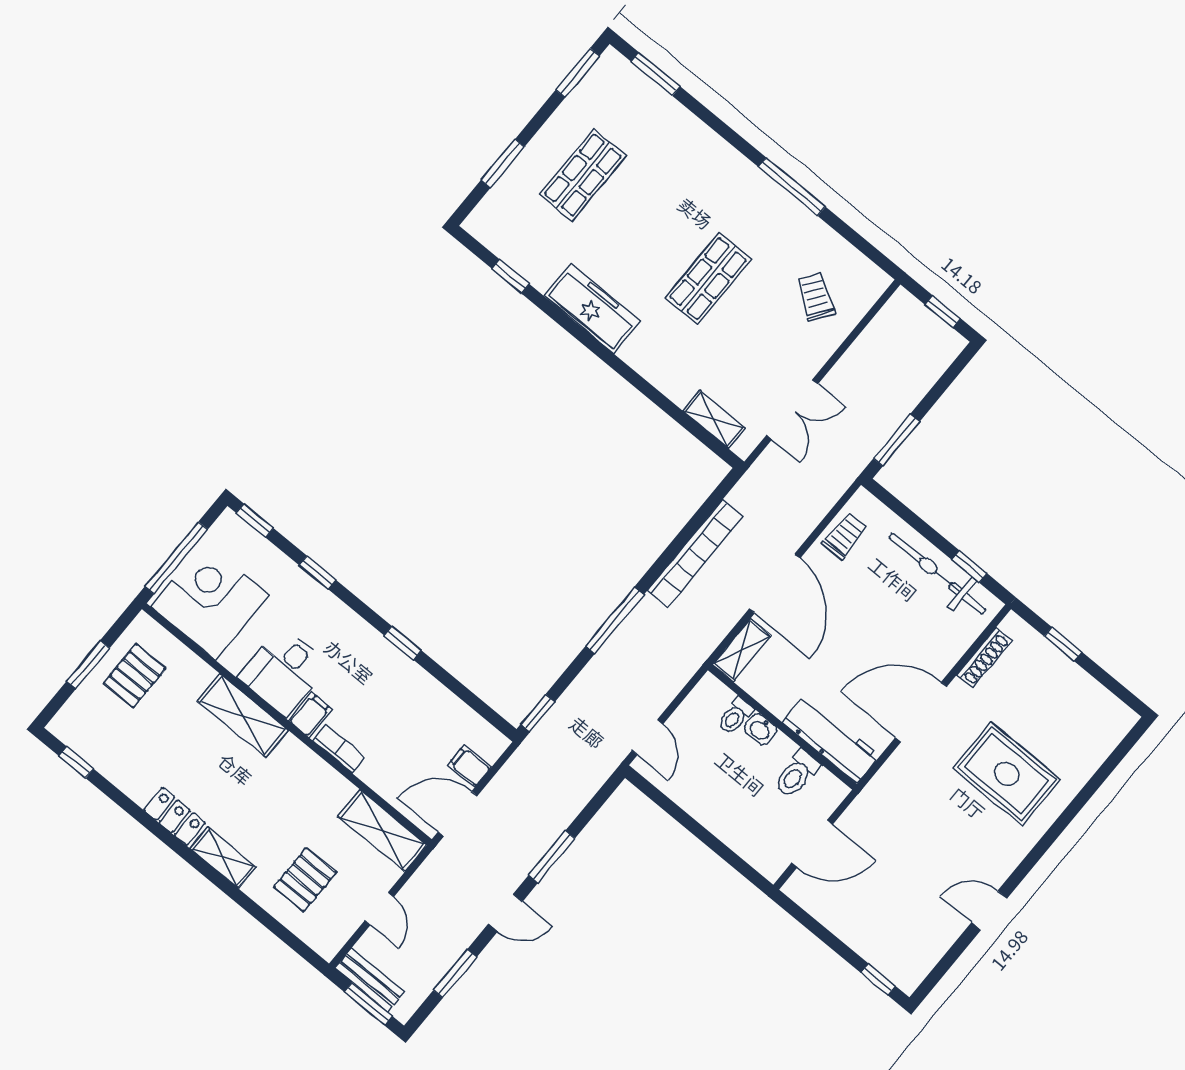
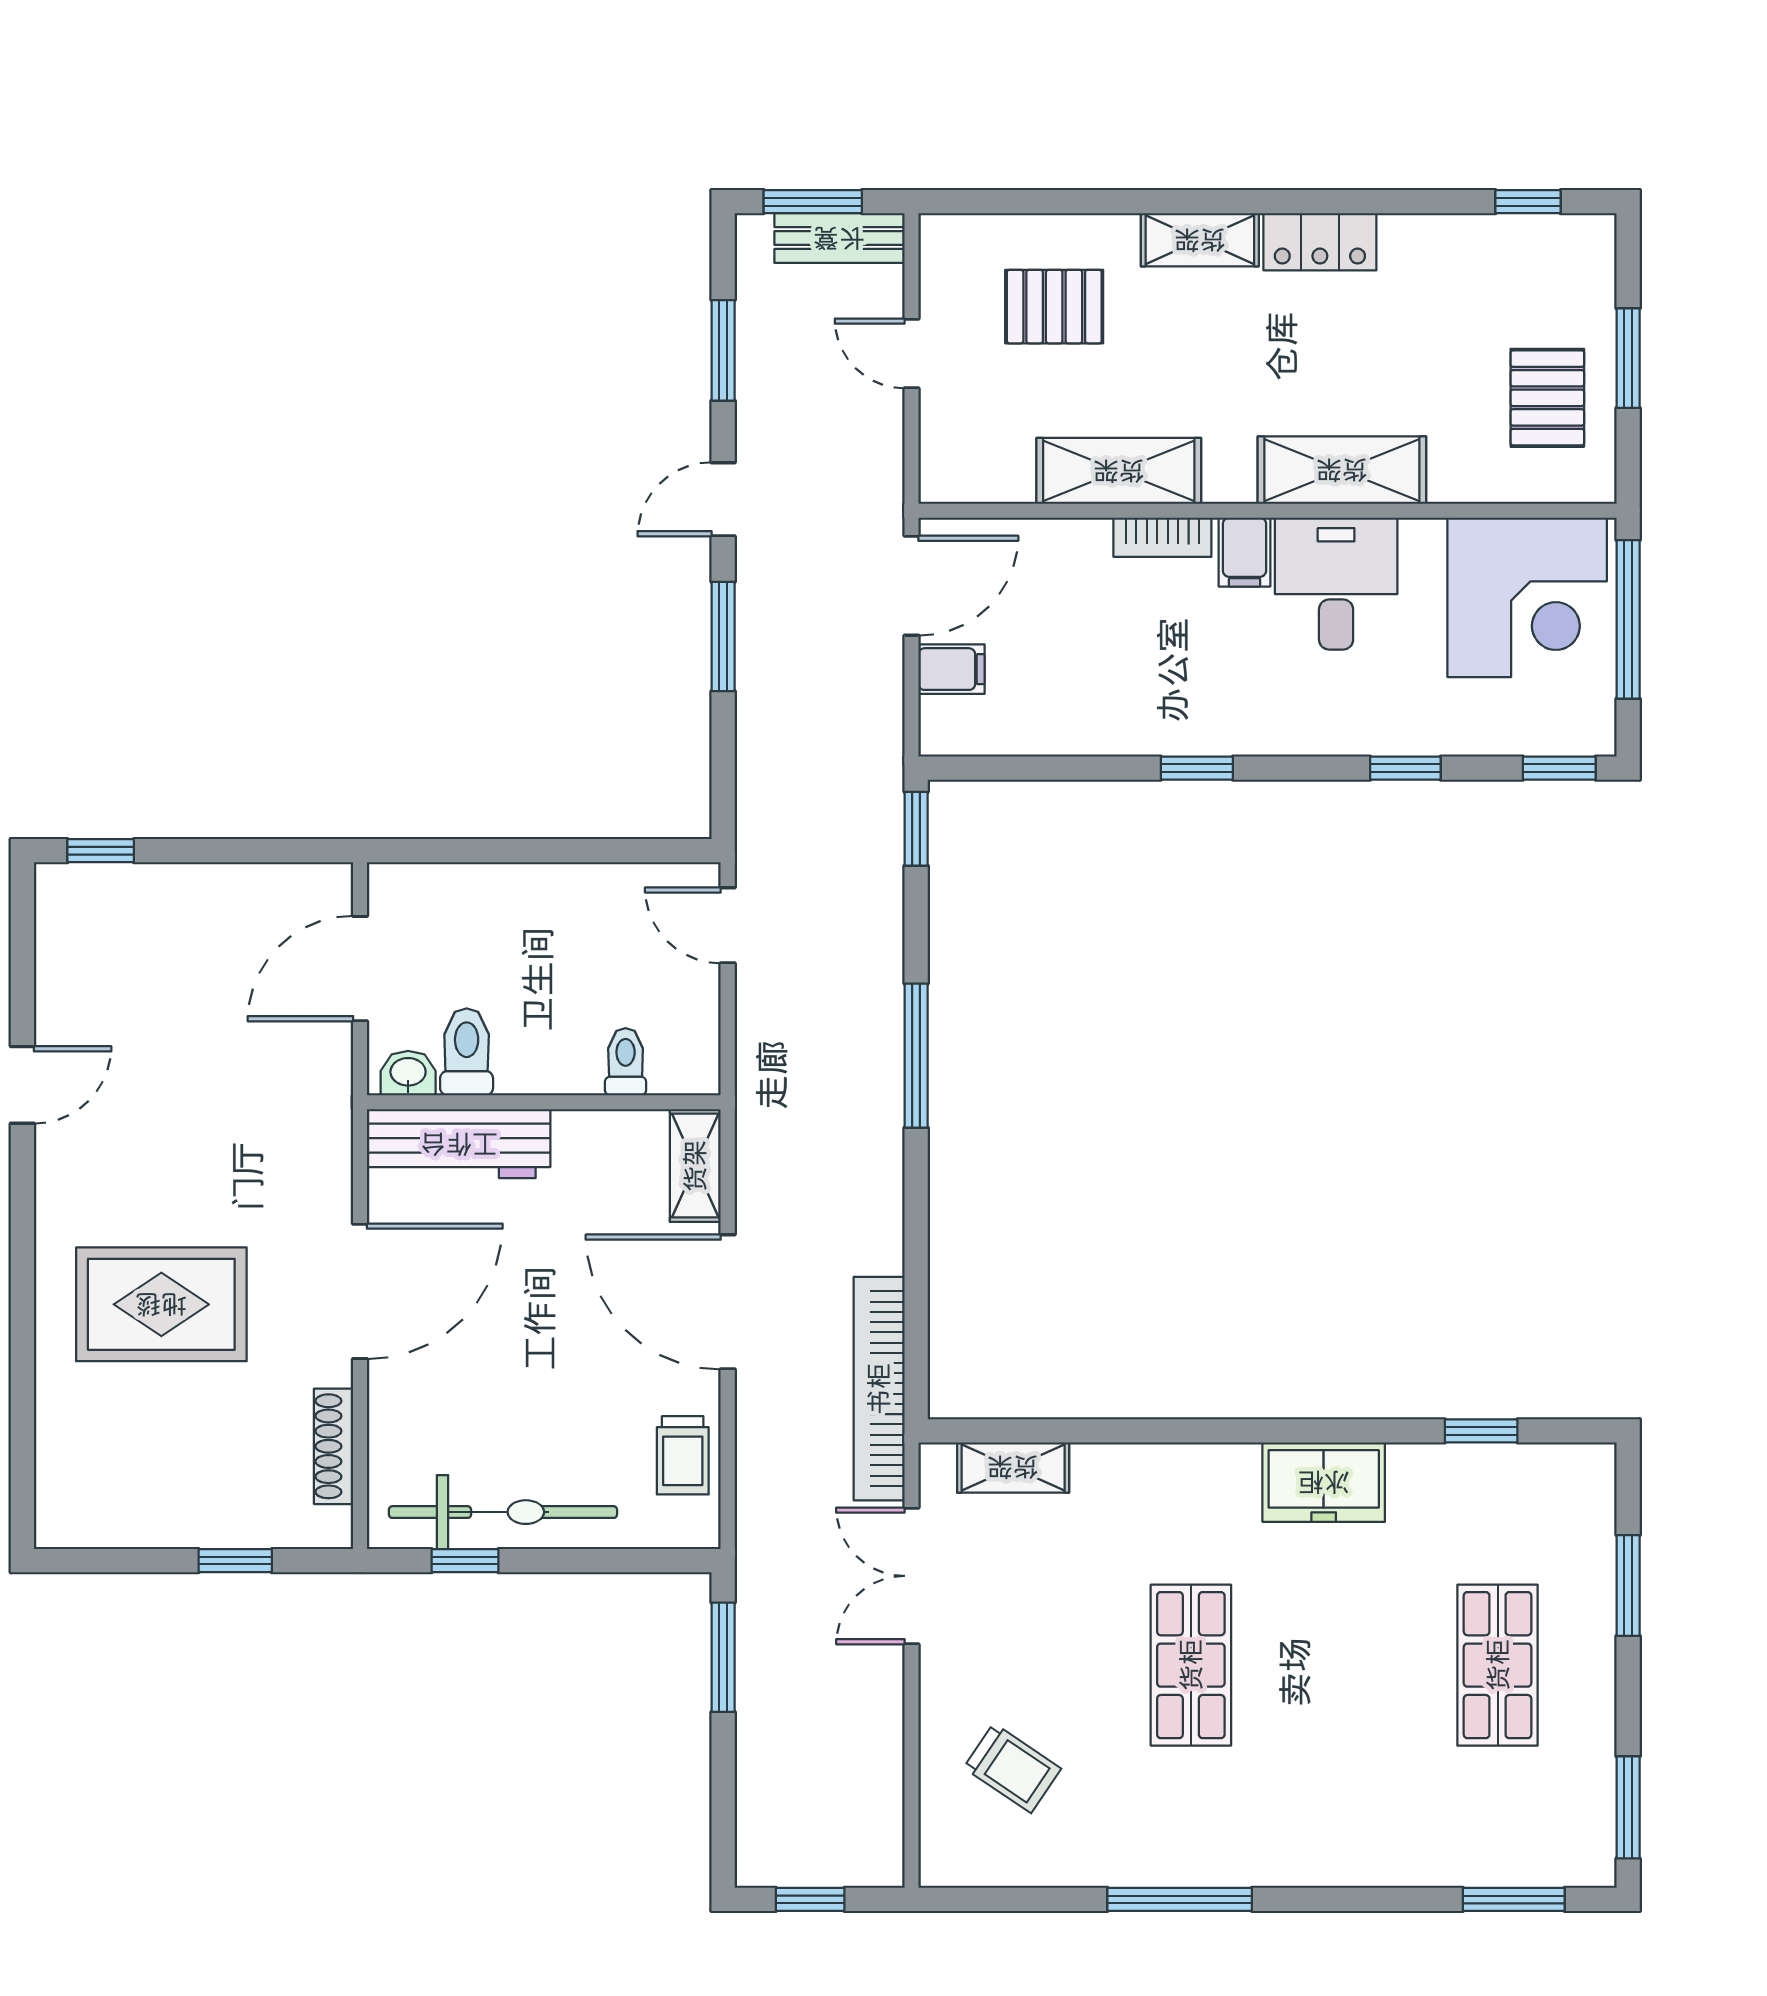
freezer: (592, 309) -> (1324, 1482), width x0.71
bookcase: (695, 553) -> (879, 1389), moved
washbasin: (761, 729) -> (408, 1073), moved
shelving: (382, 831) -> (1119, 471), moved
pallet: (305, 880) -> (1054, 307), turned 90

